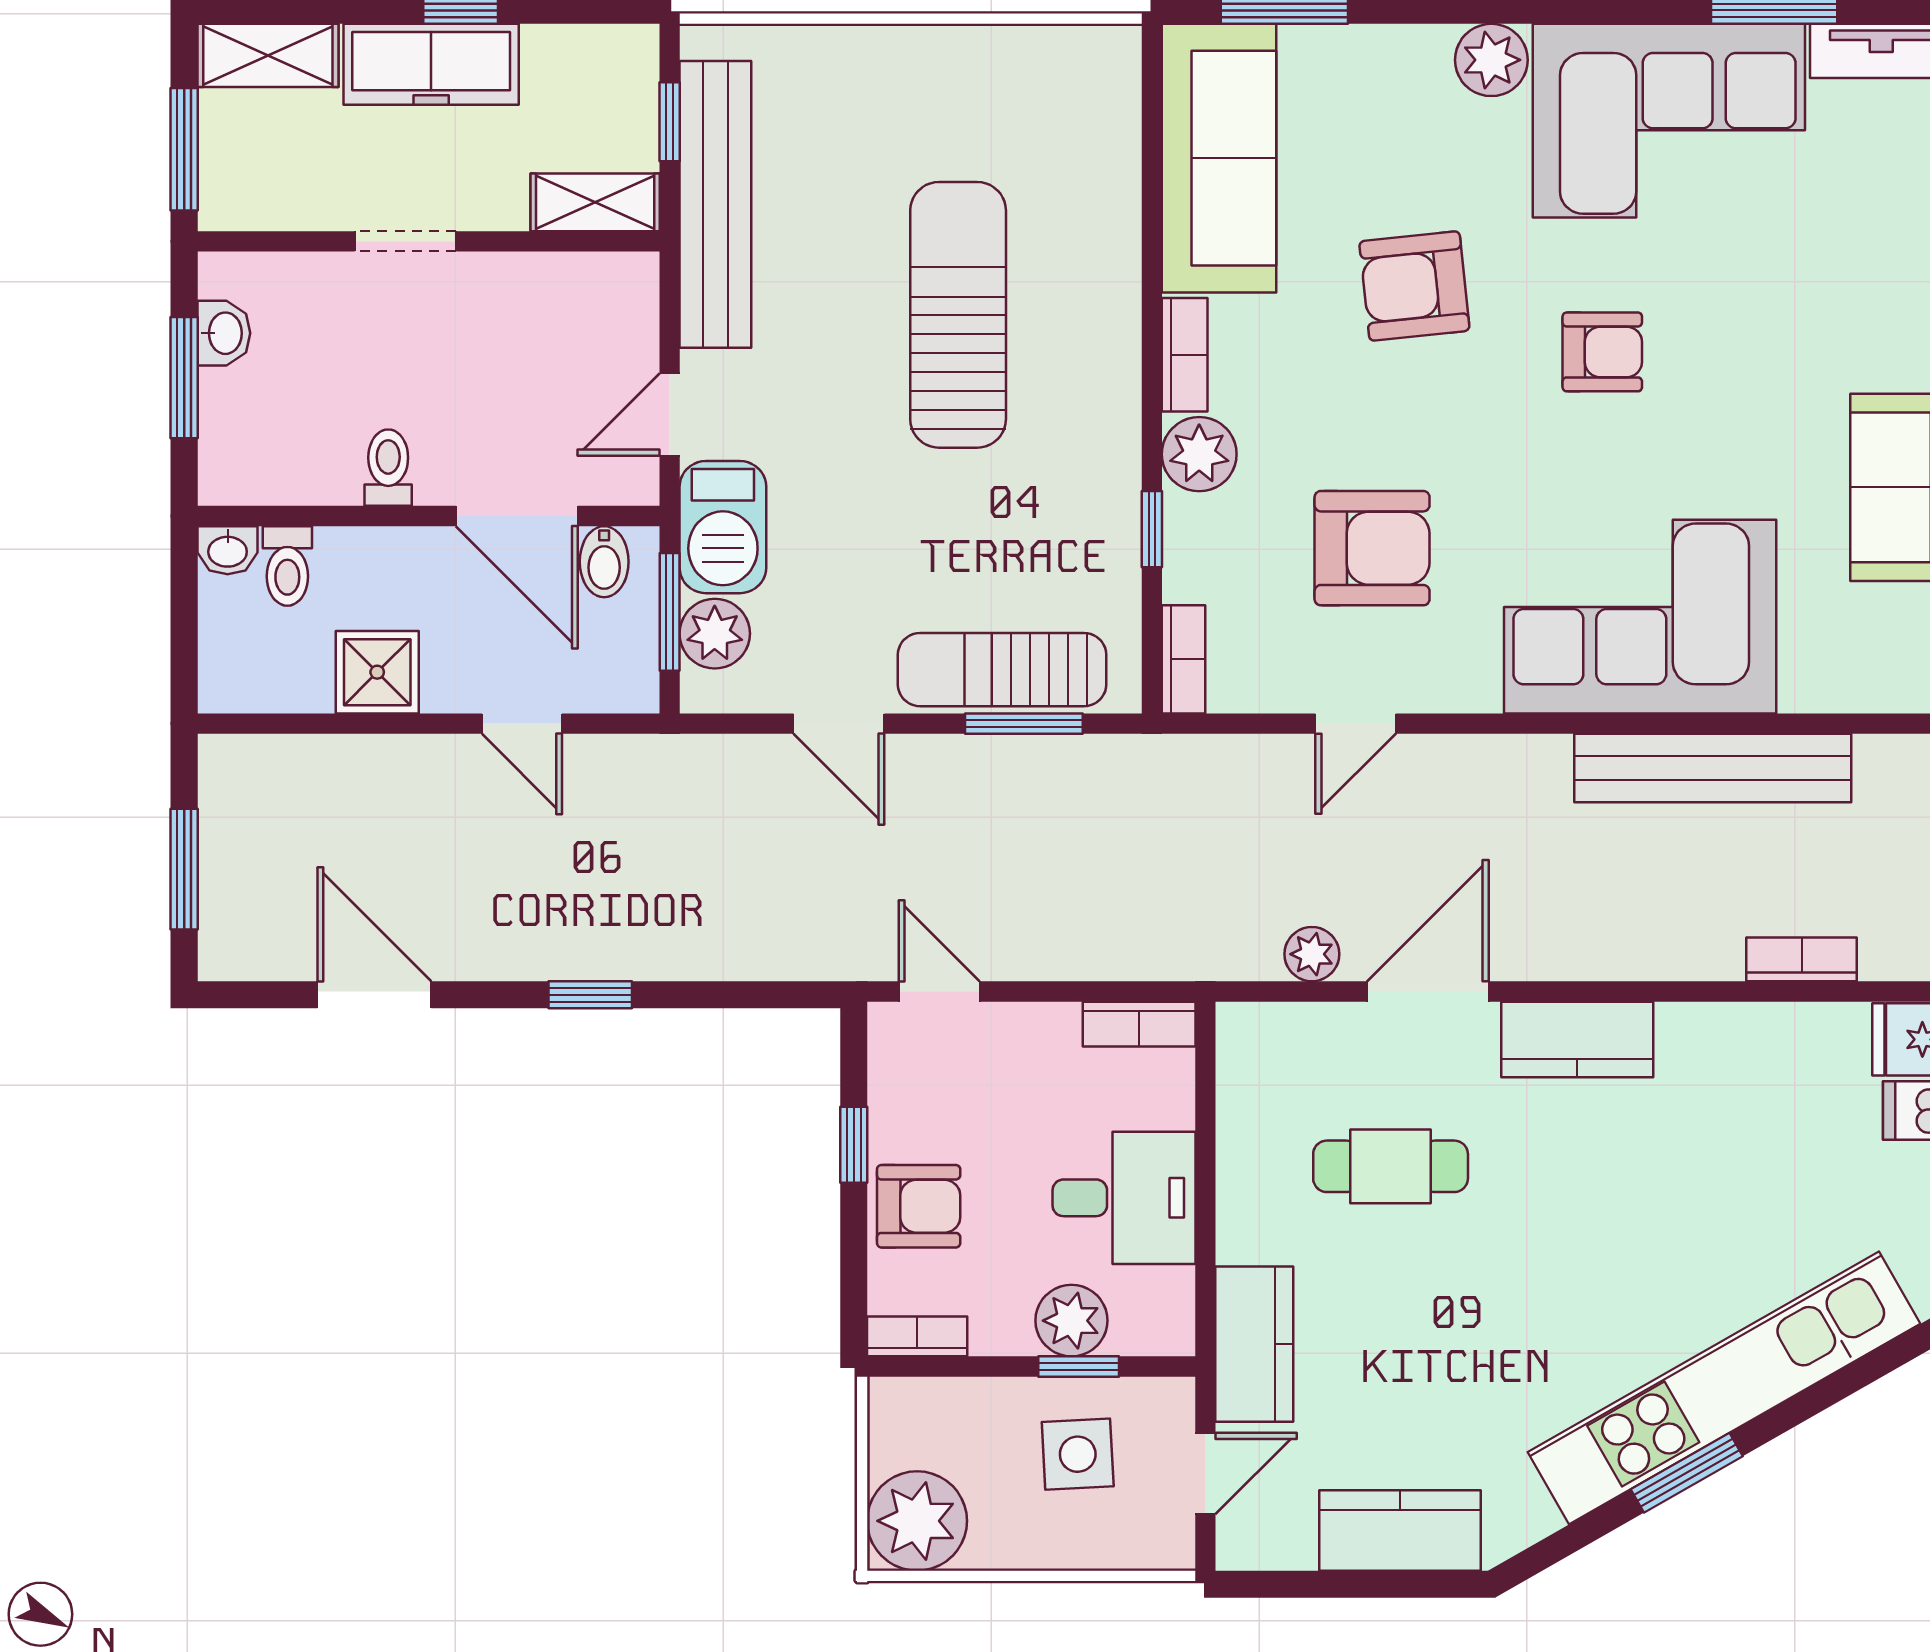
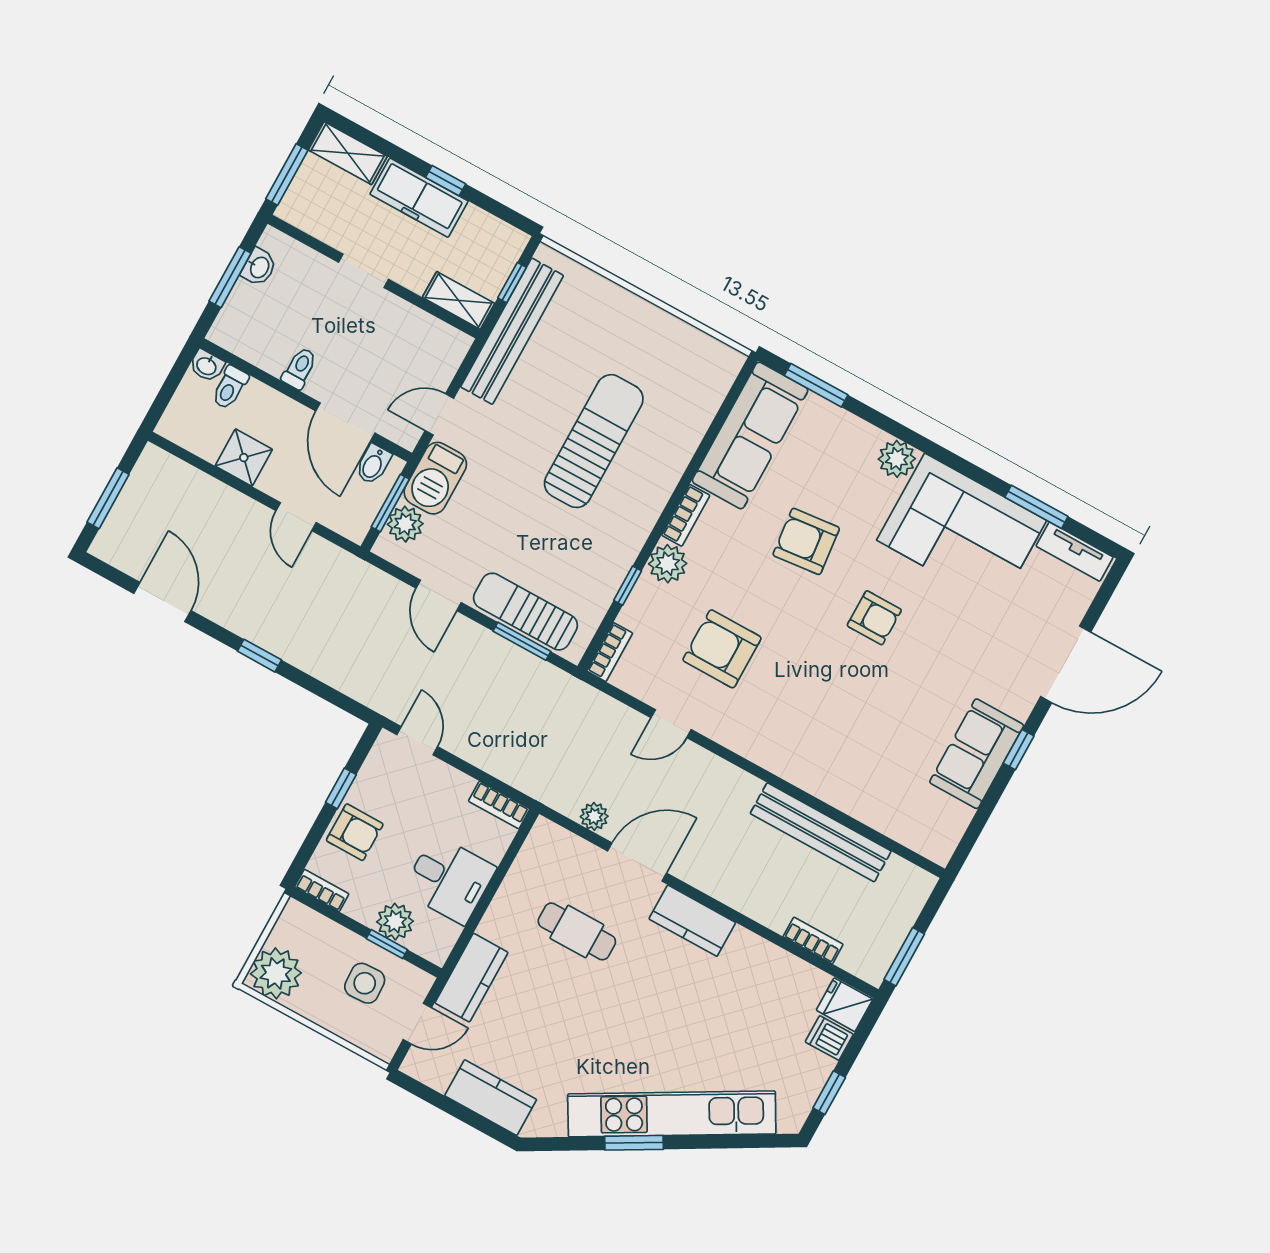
armchair: (1372, 548) -> (722, 649), turned 180
corner sofa: (1640, 617) -> (826, 746), removed

